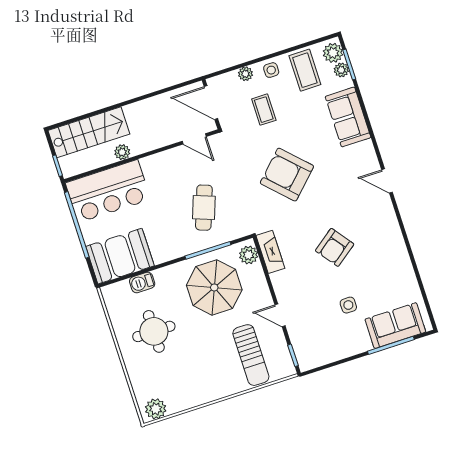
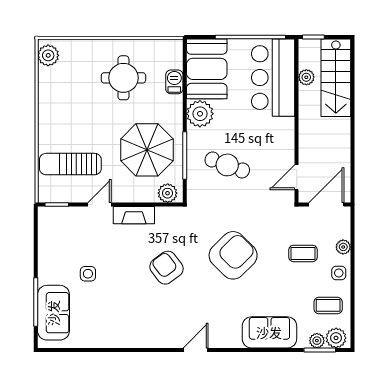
coffee table: (305, 70) -> (328, 305), width x0.73, depth x0.77
plant: (122, 152) -> (306, 77), moved
armchair: (335, 247) -> (166, 268), moved
plant: (164, 249) -> (200, 114), added
fireplace: (270, 252) -> (134, 215), moved

